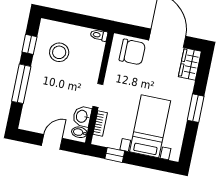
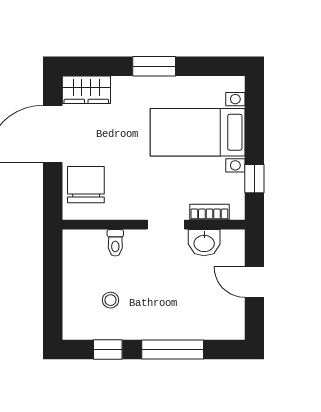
toilet: (99, 35) -> (115, 243), moved
stool: (59, 52) -> (110, 300), width x0.53, depth x0.53
bidet: (79, 132) -> (230, 242), removed

